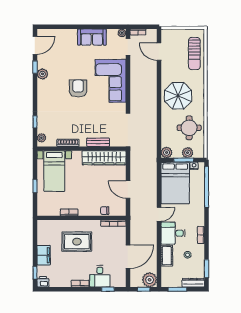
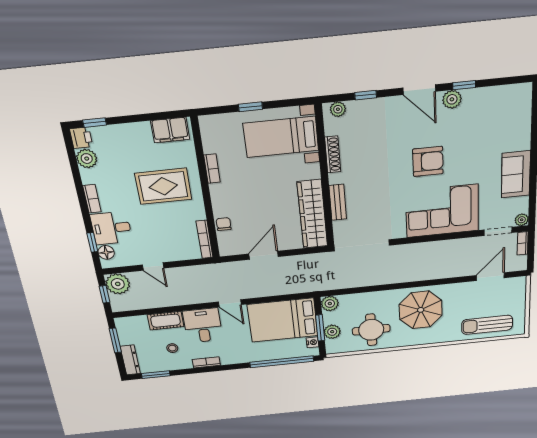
door: (35, 45) -> (419, 90), moved
rug: (77, 242) -> (163, 186), turned 90
filing cabinet: (44, 255) -> (170, 130), moved
door: (128, 257) -> (153, 267), width x0.53
plant: (150, 280) -> (118, 284), moved
plant: (55, 281) -> (87, 159), added
floor lamp: (115, 282) -> (106, 252), added

